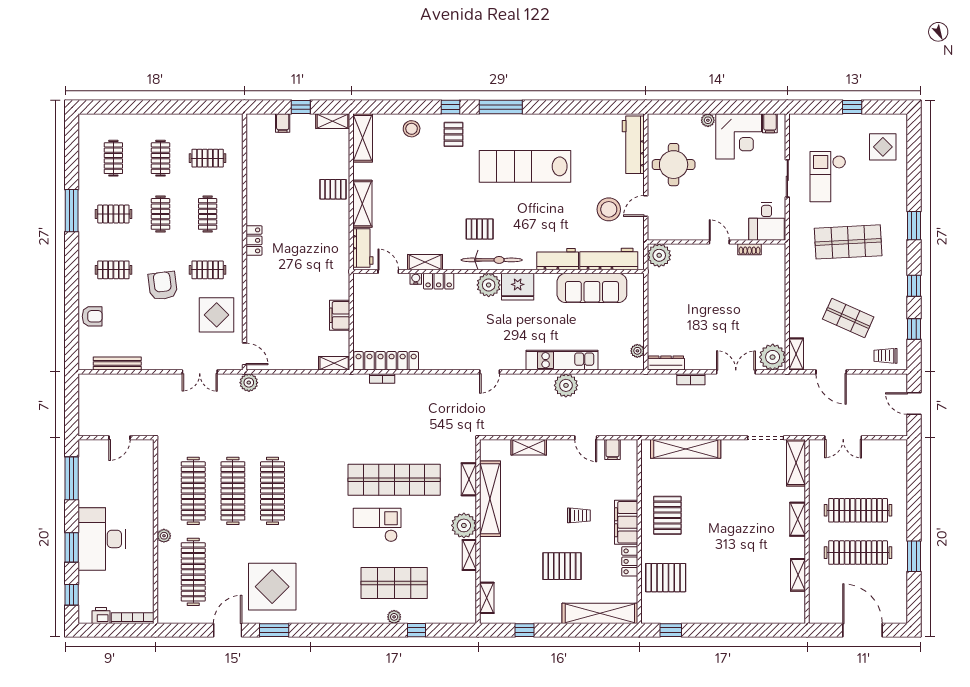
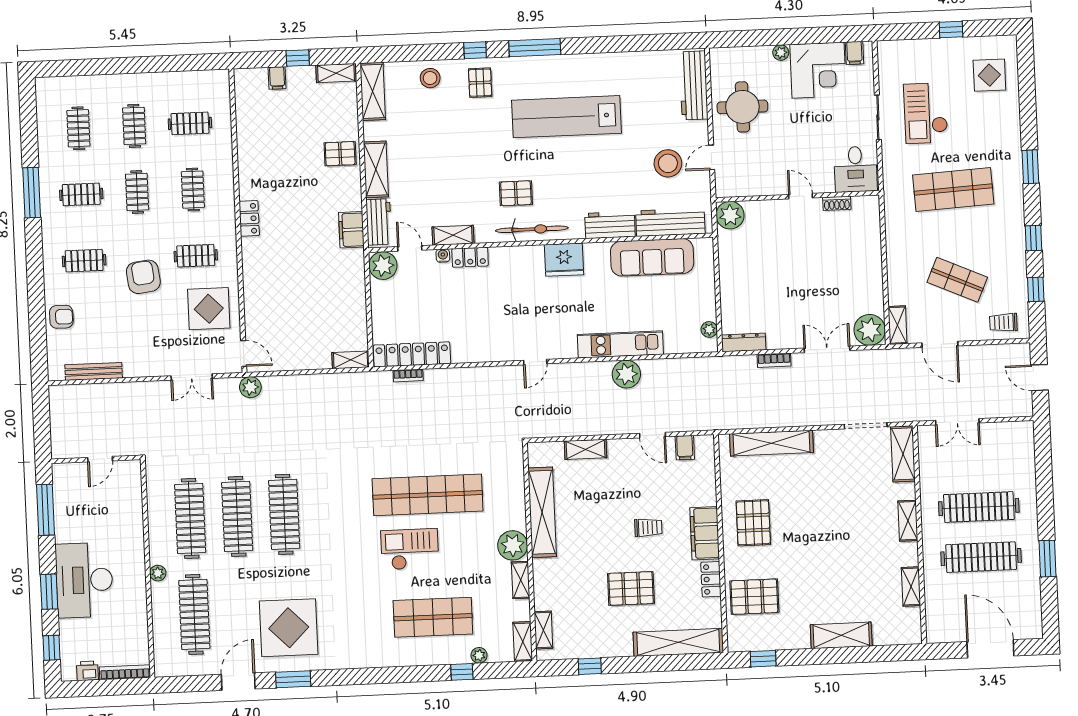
plant: (489, 285) -> (383, 266), moved
filing cabinet: (340, 315) -> (351, 230), moved
shelving: (469, 479) -> (523, 642), moved
shelving: (737, 613) -> (841, 635), added
plant: (394, 617) -> (479, 655), moved

